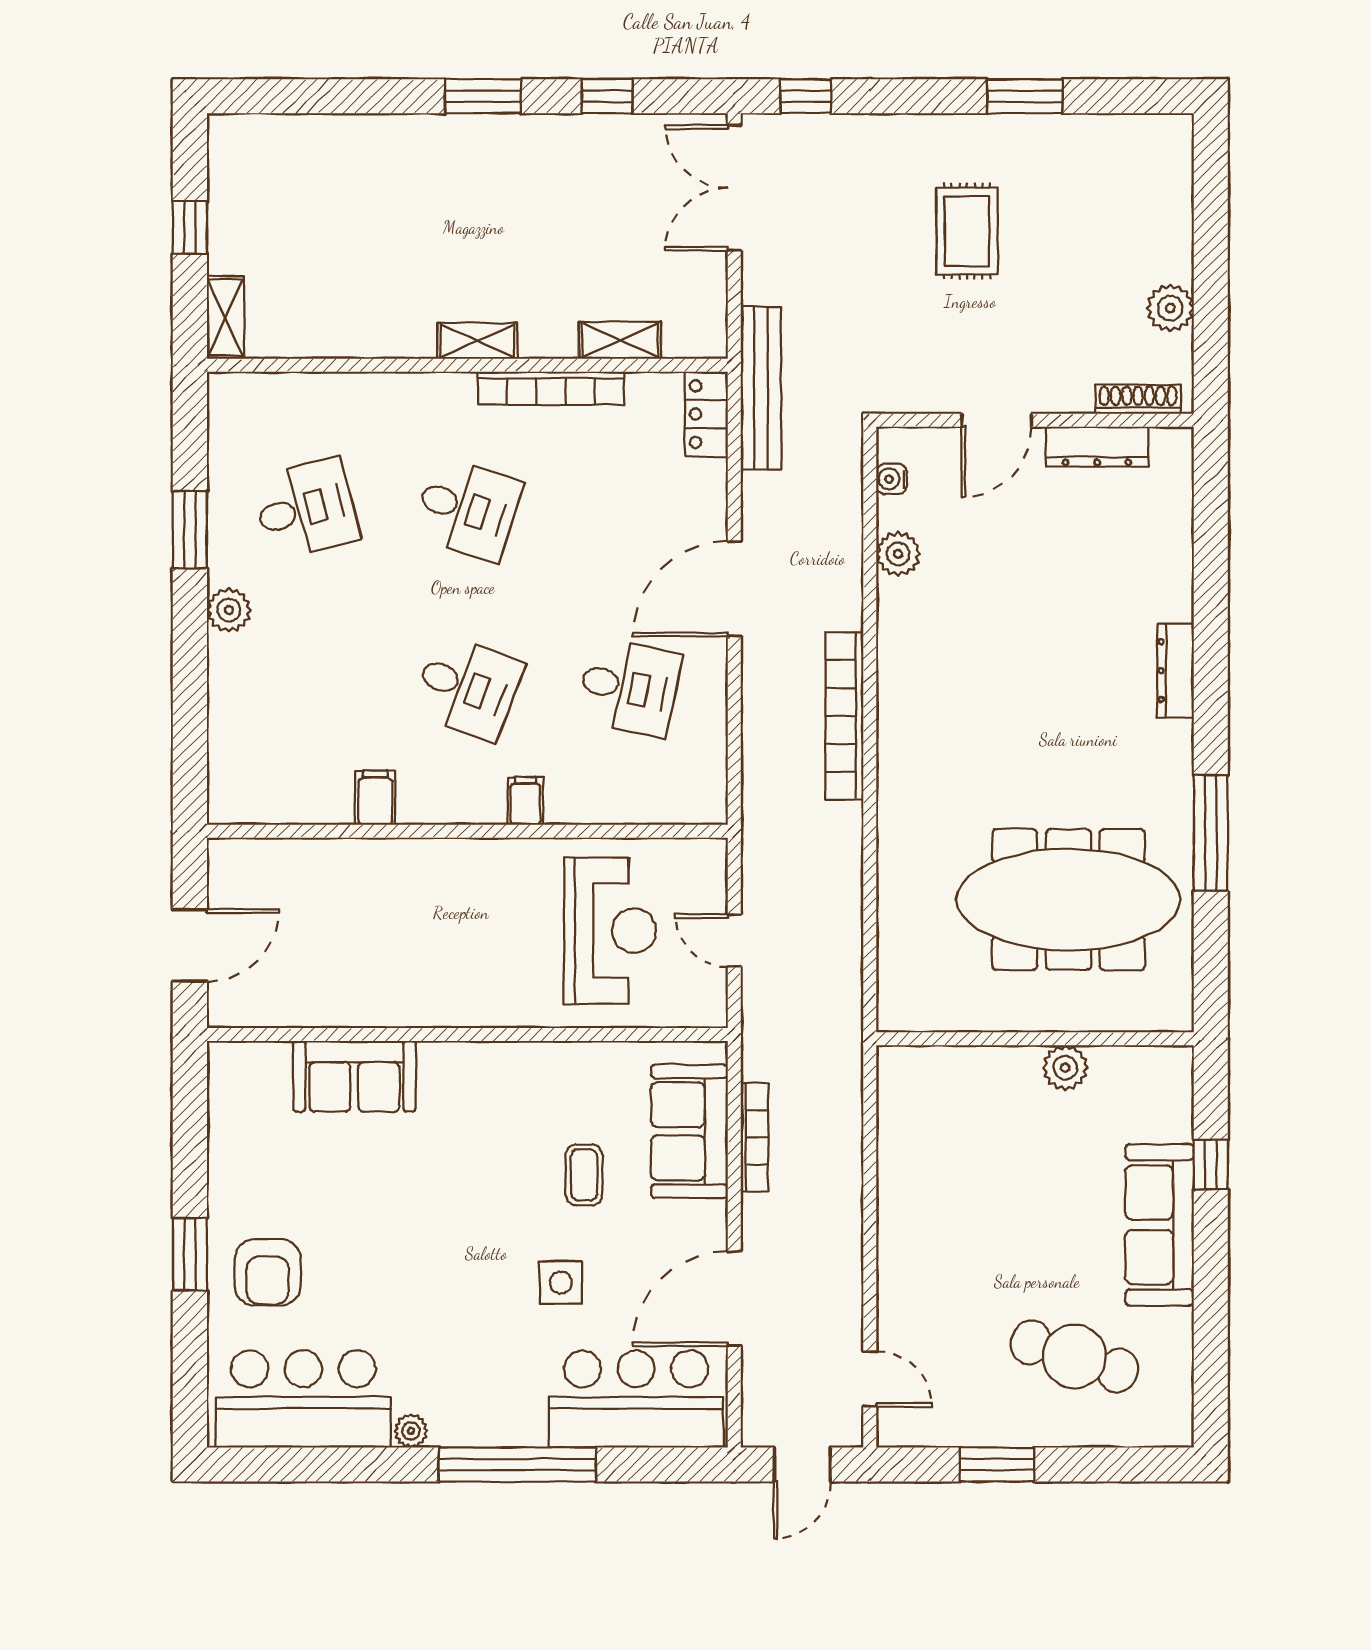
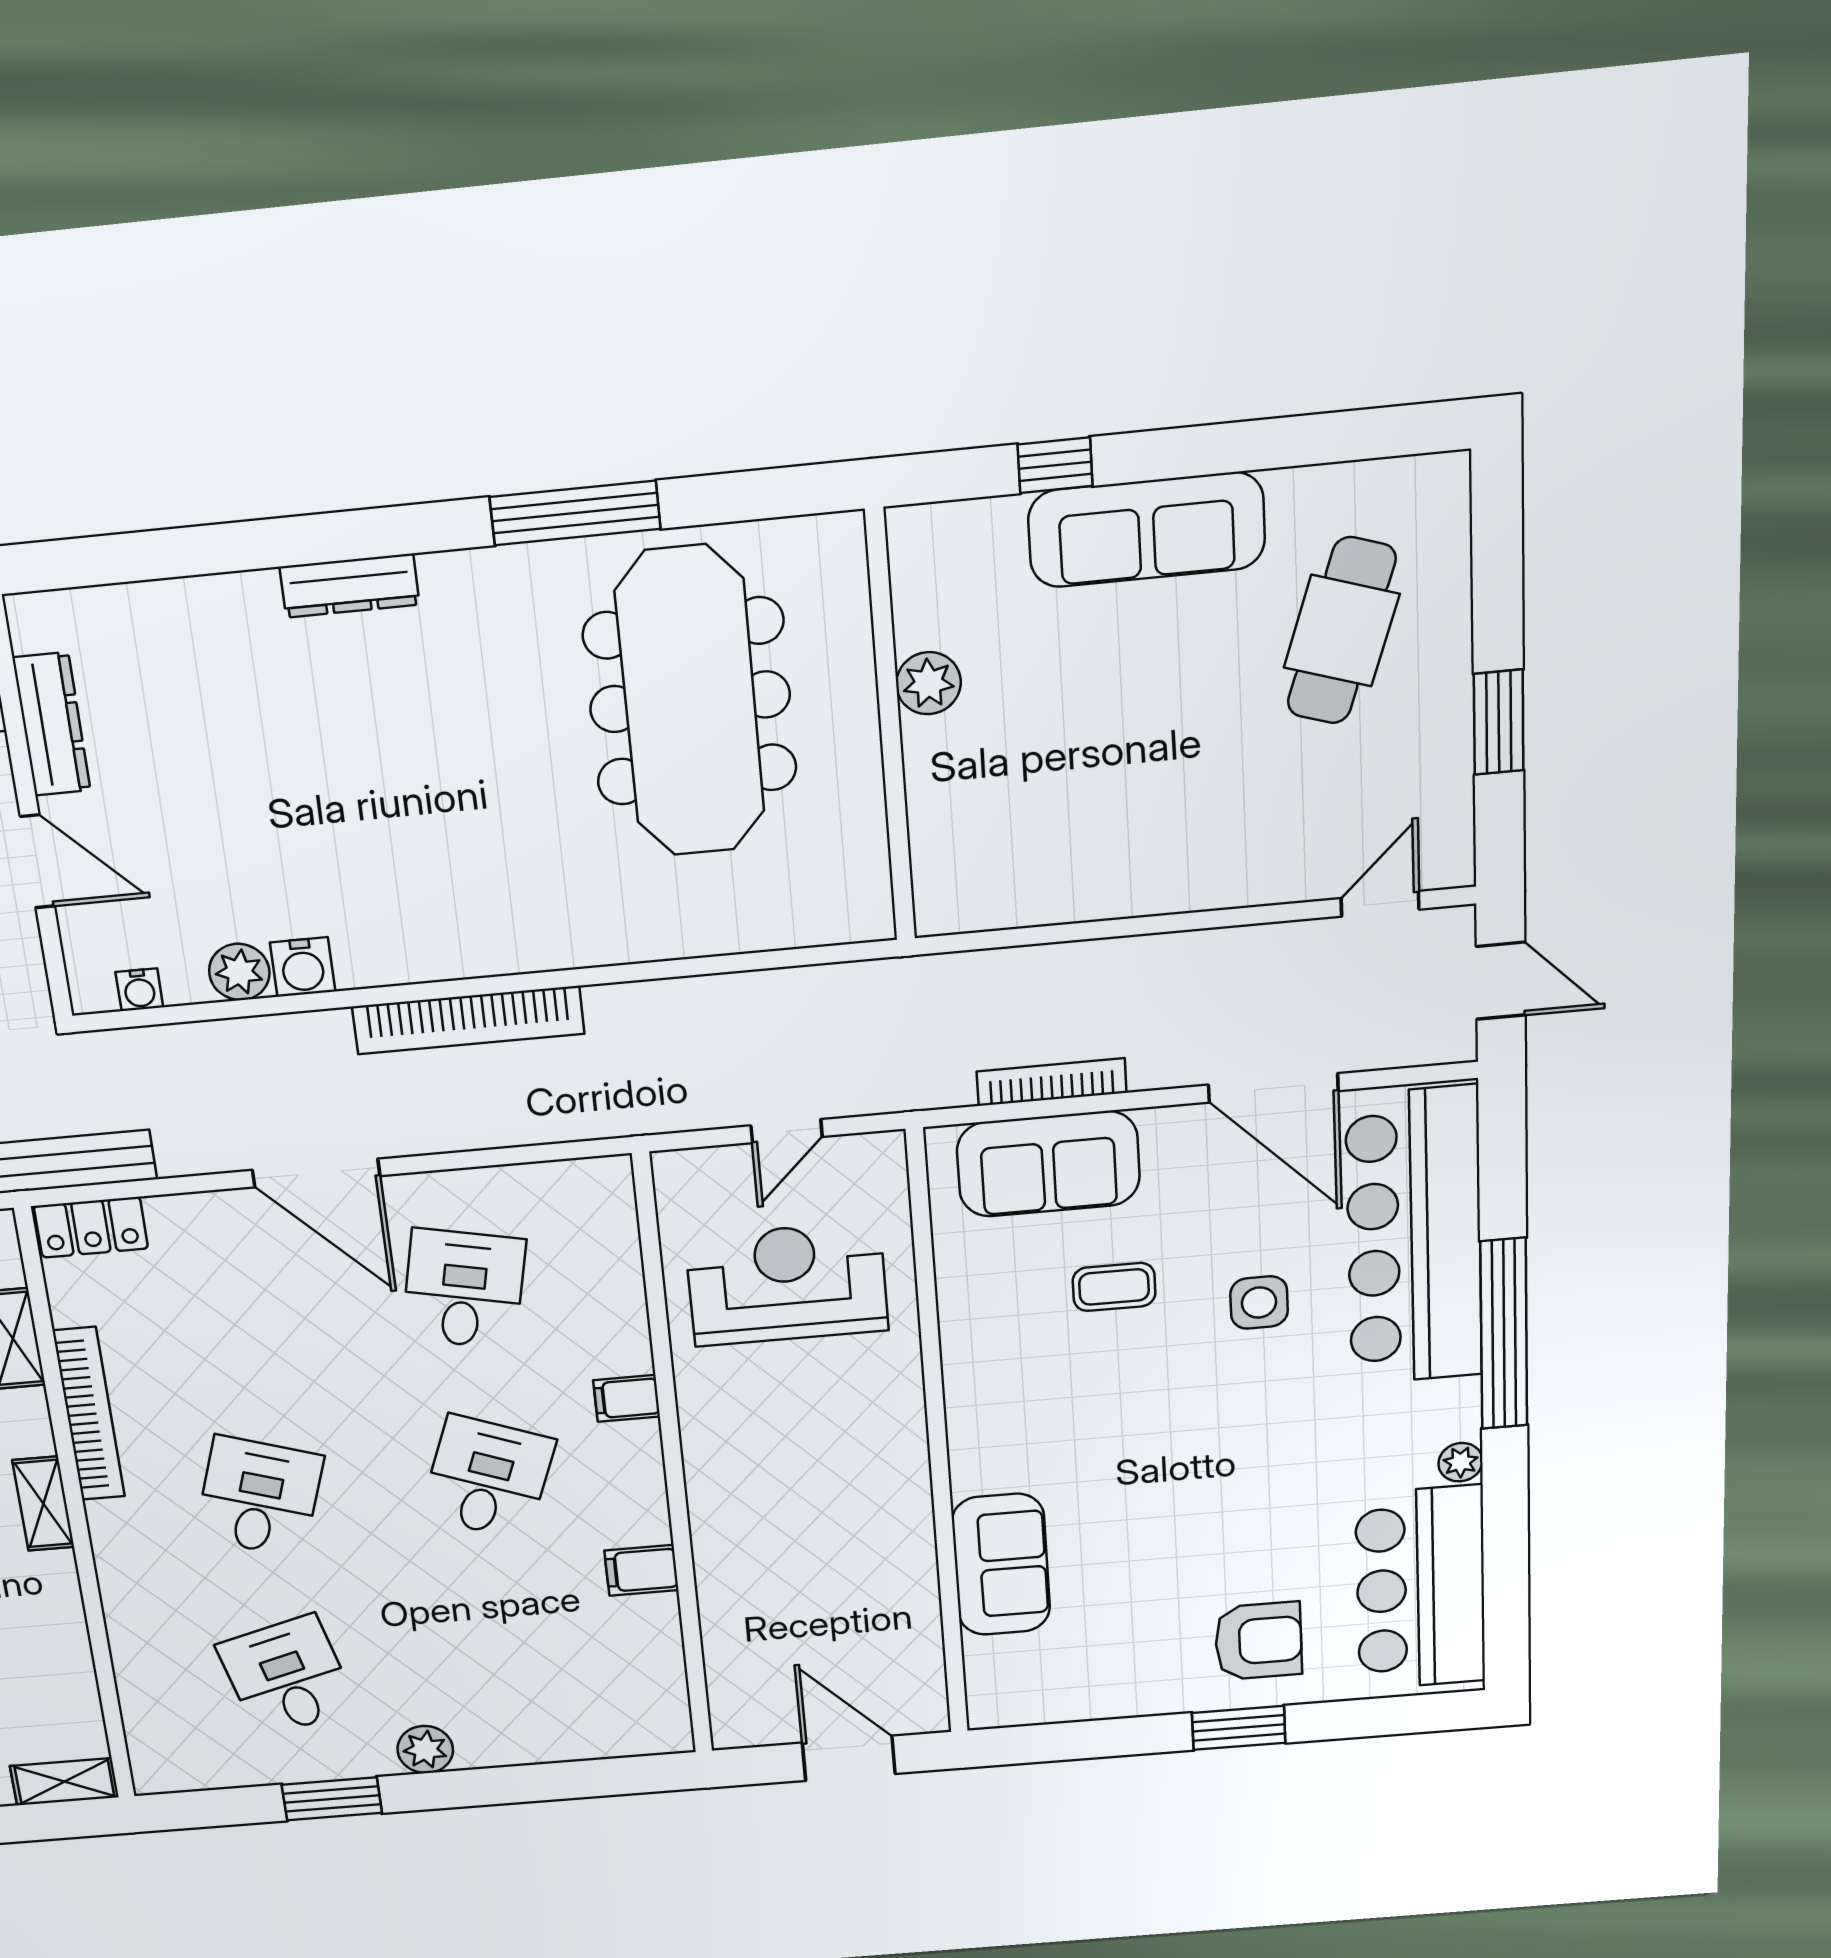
water cooler: (897, 600) -> (303, 967), added
bar counter: (636, 1399) -> (1414, 1237), width x1.36

